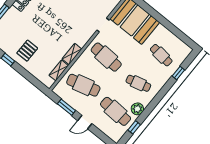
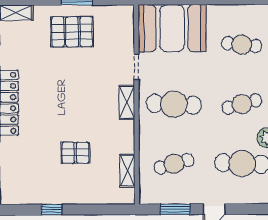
pallet: (27, 51) -> (75, 153), moved, turned 90
shelving: (72, 54) -> (127, 102), moved
cafe table: (83, 85) -> (174, 164), width x0.73, depth x0.74

